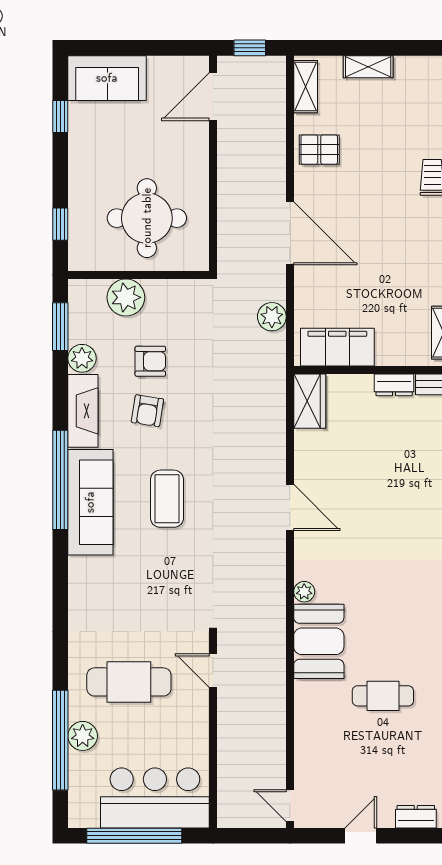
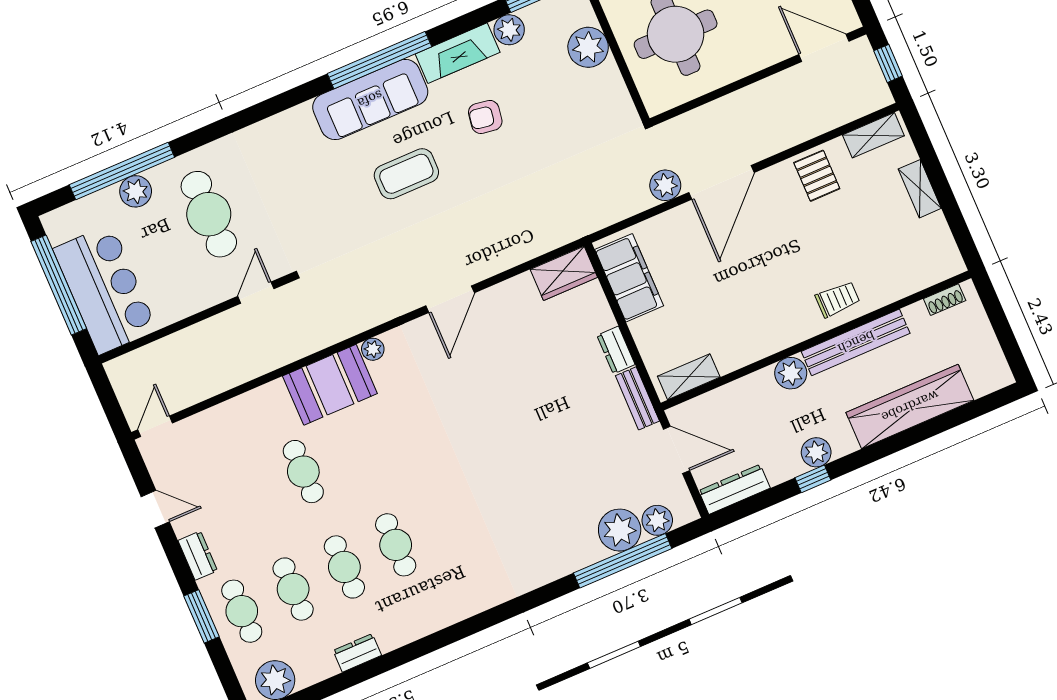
plant: (272, 317) -> (665, 185), moved
armchair: (150, 361) -> (535, 99), removed

